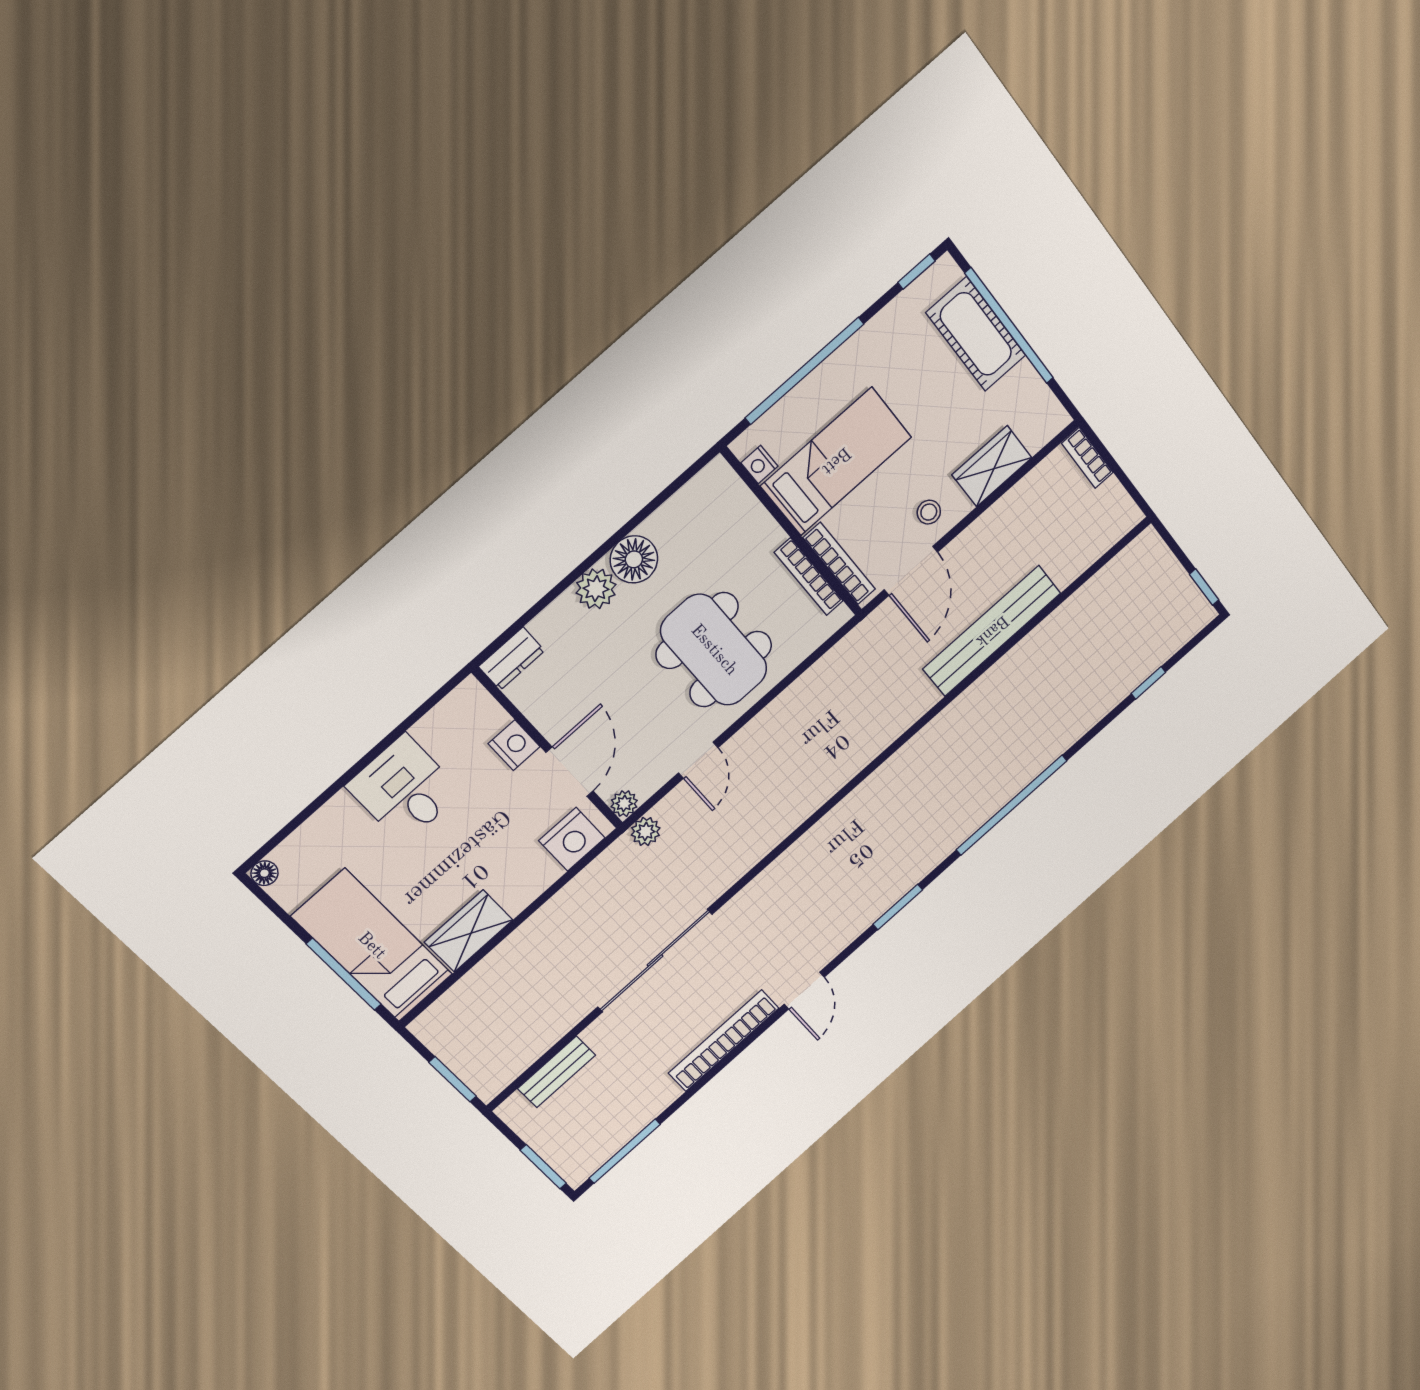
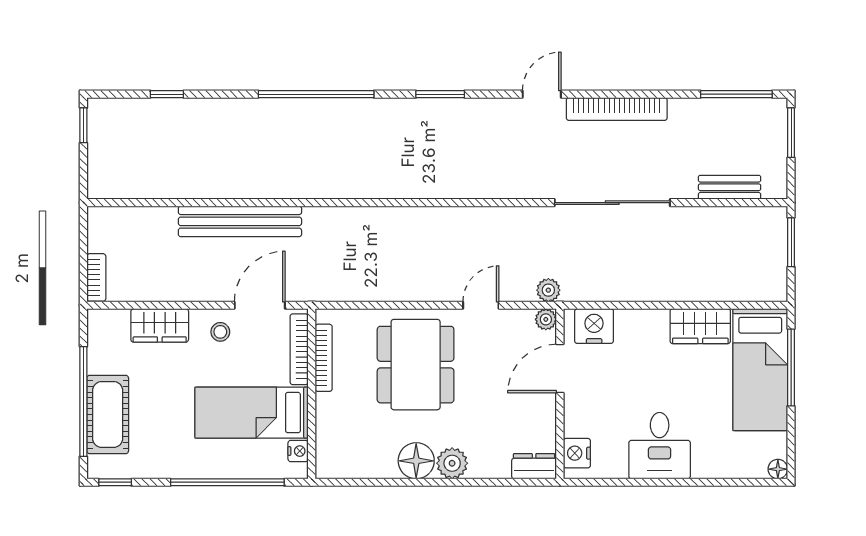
nightstand: (514, 745) -> (577, 453), moved

